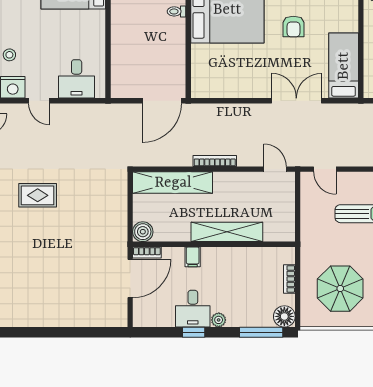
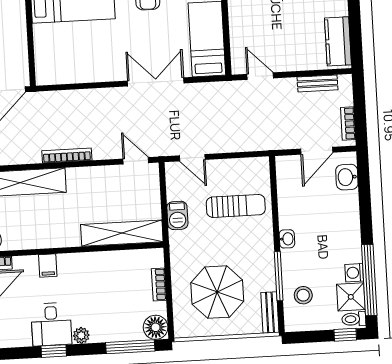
barbecue: (309, 219) -> (177, 215), added
shelving: (227, 232) -> (122, 233), moved

